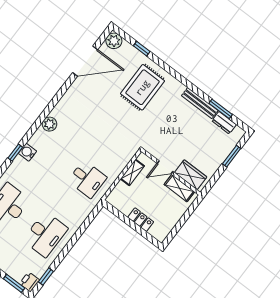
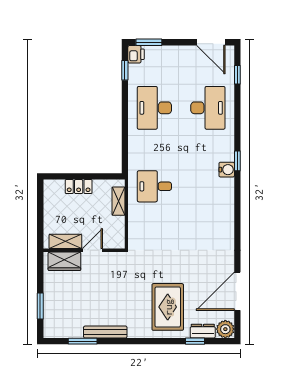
dresser: (224, 123) -> (203, 331), moved
plant: (50, 124) -> (226, 210), removed
shelving: (132, 172) -> (118, 201), moved

